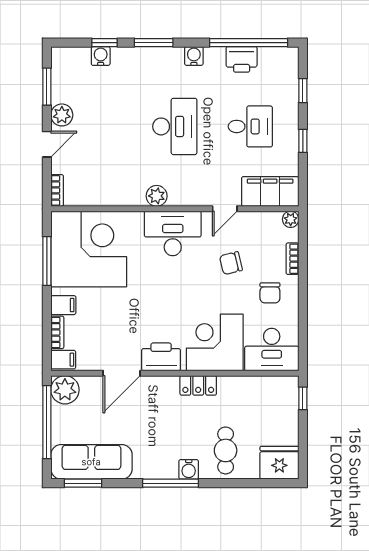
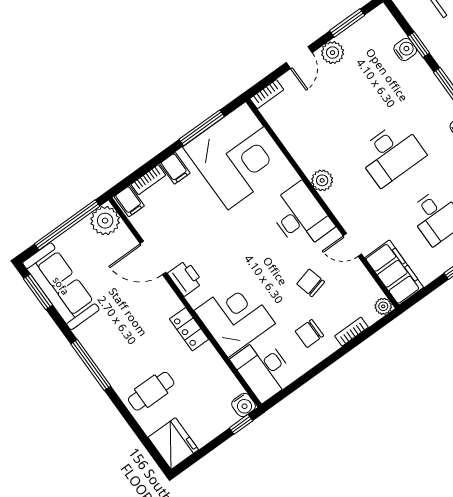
door: (47, 144) -> (299, 58), hinge flipped
printer: (161, 357) -> (185, 278), width x0.73, depth x0.84
water cooler: (189, 469) -> (244, 405), moved, turned -90

